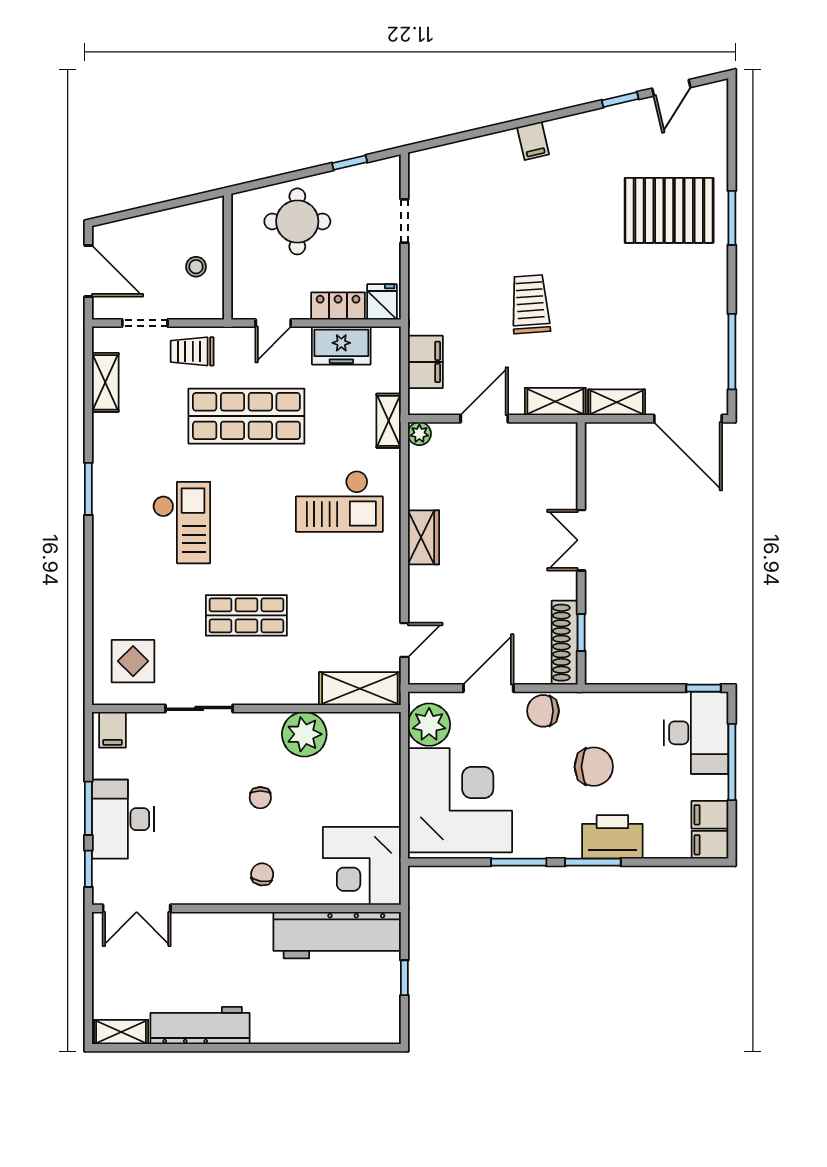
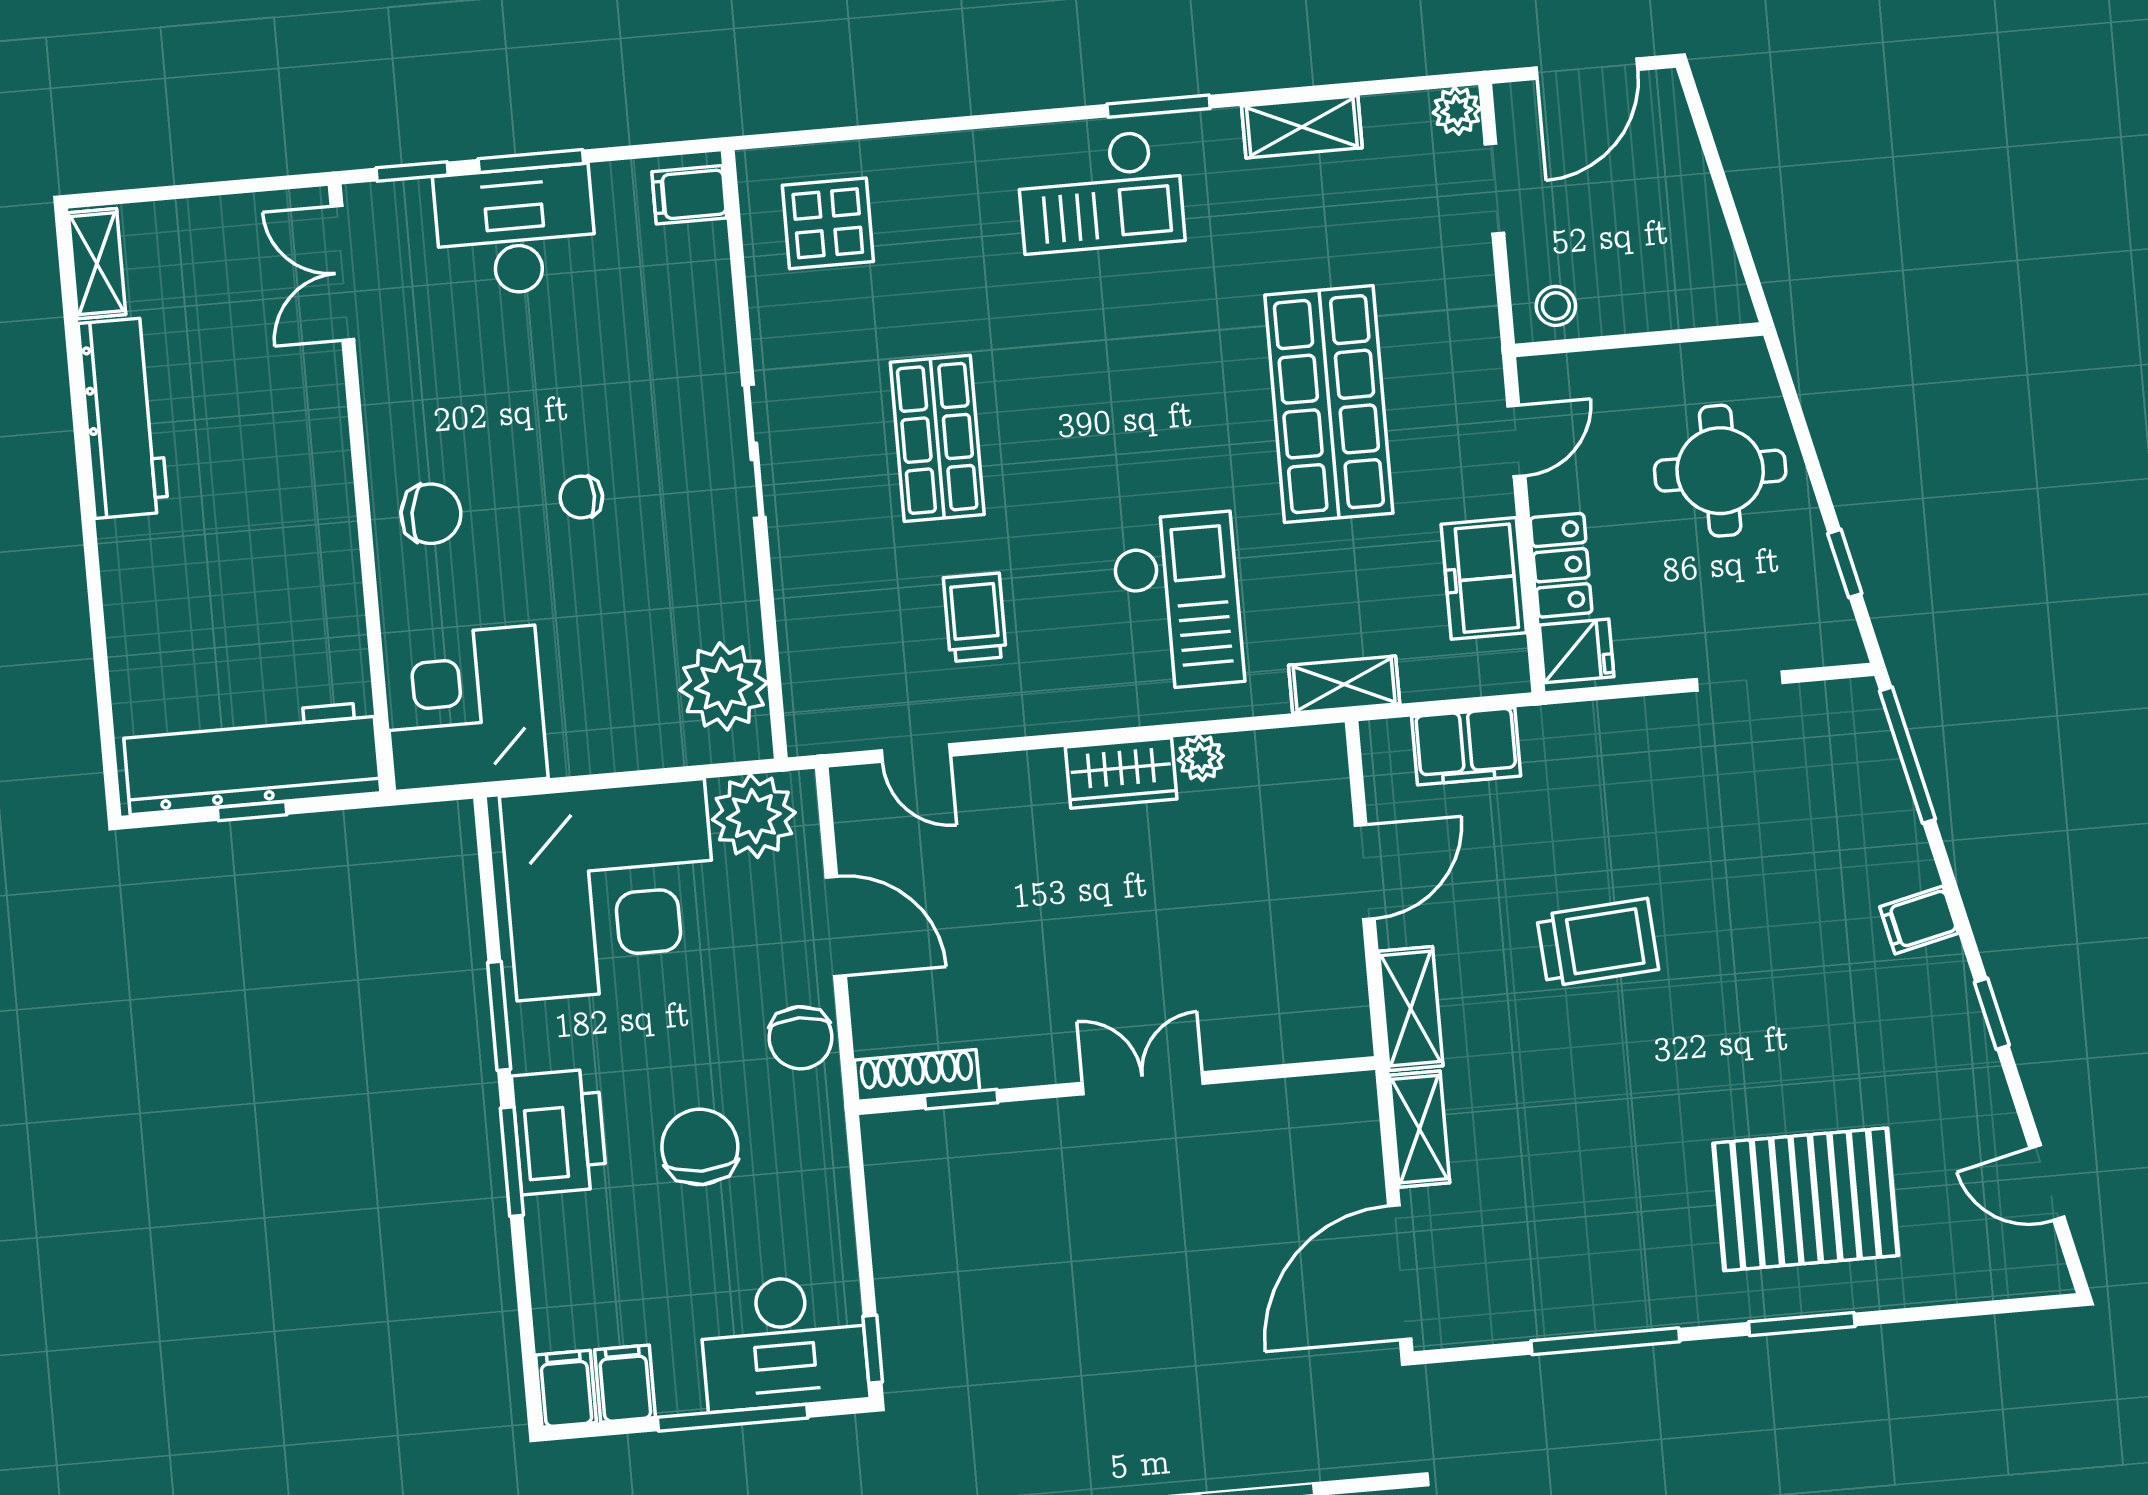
window: (620, 100) -> (1992, 1014), moved
window: (449, 139) -> (1907, 755), added
pallet: (669, 210) -> (1806, 1199), turned 90
stool: (196, 267) -> (1556, 306), moved
door: (273, 323) -> (1516, 441), swing flipped
plant: (104, 339) -> (1457, 111), added
trolley: (192, 351) -> (975, 617), moved
window: (732, 352) -> (1605, 1341), moved
shelving: (105, 382) -> (1302, 127), moved
door: (484, 419) -> (1365, 872), hinge flipped
plant: (419, 434) -> (1201, 758), moved
checkout: (339, 501) -> (1177, 601), turned 180
checkout: (182, 523) -> (1100, 191), moved
shoe rack: (565, 643) -> (917, 1075), width x0.74, depth x0.81
shelving: (360, 689) -> (813, 674), removed
sliding door: (199, 708) -> (754, 451), moved
chair: (543, 711) -> (801, 1038), turned 180
plant: (304, 734) -> (724, 686), moved
chair: (594, 767) -> (700, 1147), turned 180
printer: (612, 837) -> (559, 1132), moved
chair: (262, 874) -> (431, 514), width x1.37, depth x1.37
workbench: (337, 935) -> (252, 758), moved, turned 90

